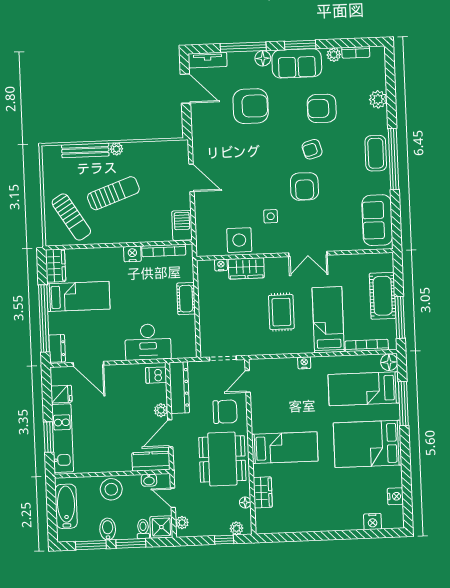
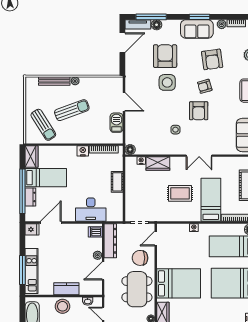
window: (243, 47) -> (151, 17), moved
floor lamp: (263, 58) -> (157, 25), moved
door: (185, 89) -> (122, 43), hinge flipped
armchair: (251, 106) -> (165, 56), turned -90
armchair: (322, 108) -> (212, 59), turned -98
barbecue: (182, 225) -> (116, 123), moved
side table: (239, 240) -> (167, 82), moved
floor lamp: (204, 249) -> (130, 149), added
rug: (281, 312) -> (180, 193), turned 90
dresser: (57, 348) -> (30, 197), moved
door: (88, 364) -> (51, 223), swing flipped
fridge: (61, 394) -> (32, 229), moved
chair: (225, 412) -> (140, 258), turned 180
window: (49, 437) -> (22, 270), width x1.44
bed: (285, 448) -> (179, 283), width x1.50
kitchen counter: (151, 461) -> (66, 289), moved

